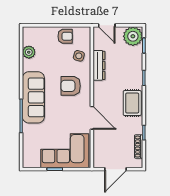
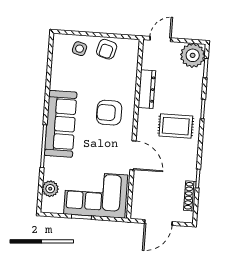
door: (107, 25) -> (160, 39), swing flipped
armchair: (65, 36) -> (107, 49), turned 106
plant: (29, 52) -> (50, 189), moved
side table: (79, 56) -> (80, 49), moved
rug: (132, 103) -> (176, 126), moved, turned 90

